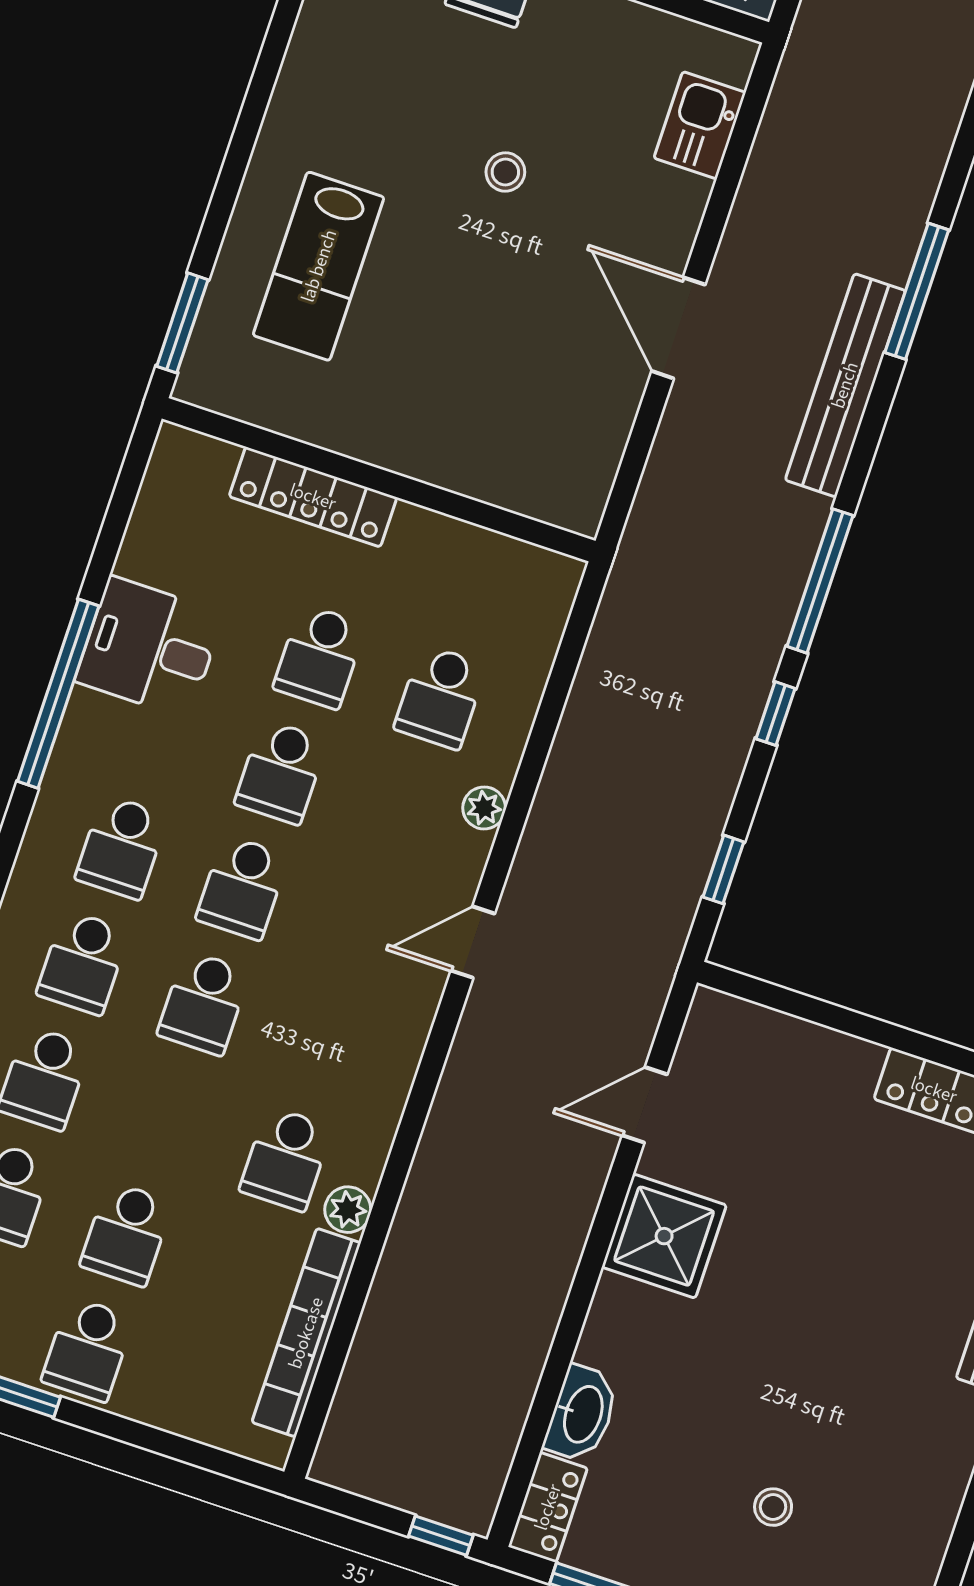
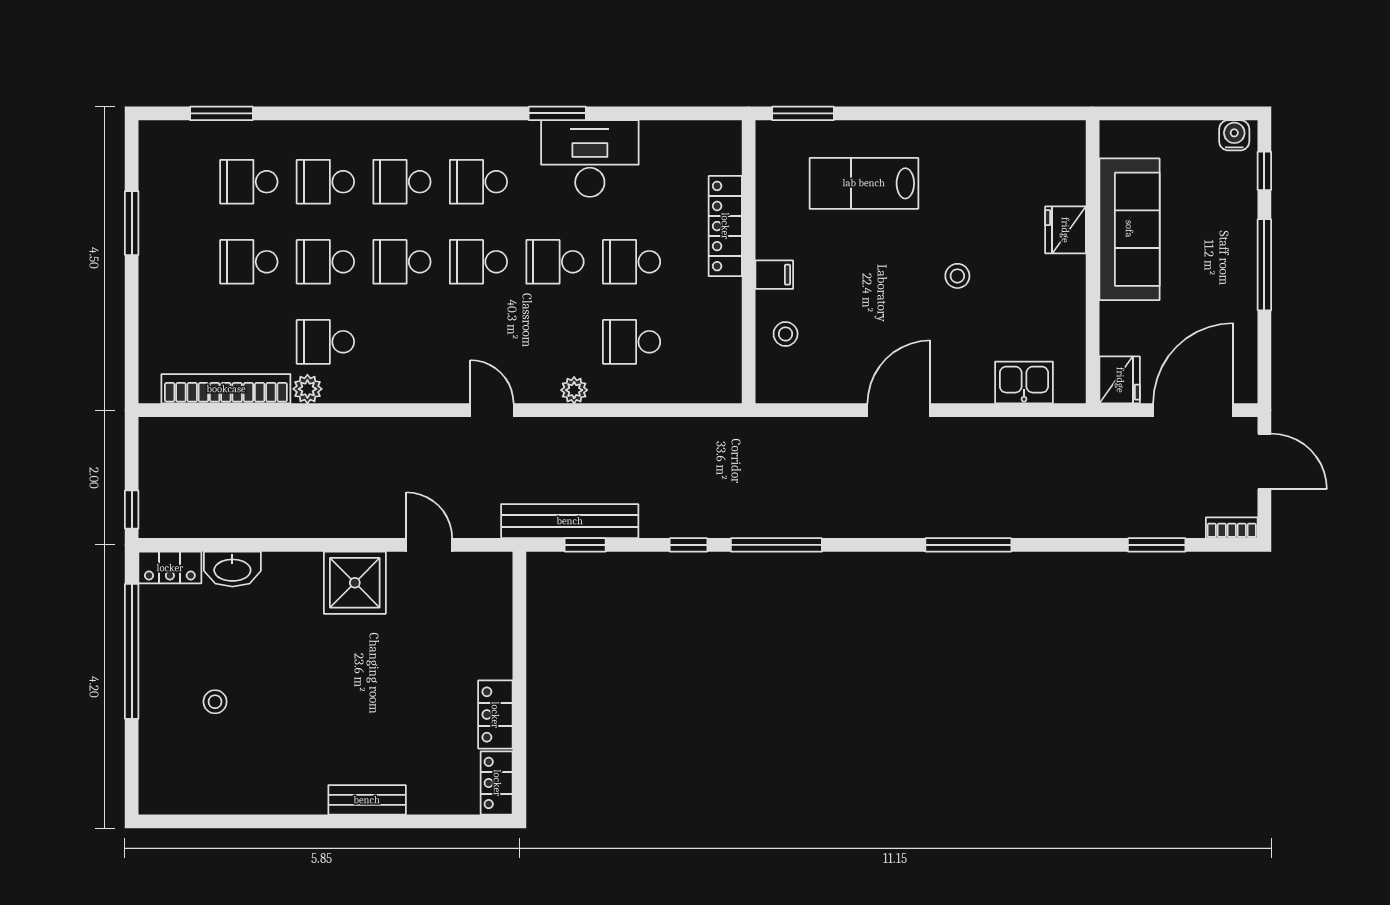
bench: (845, 385) -> (570, 521), moved
filing cabinet: (411, 448) -> (774, 275), added
stool: (506, 461) -> (786, 334), added
desk: (149, 647) -> (590, 159), width x1.37
window: (58, 694) -> (557, 113), width x0.47
school desk: (88, 1349) -> (325, 262), moved

